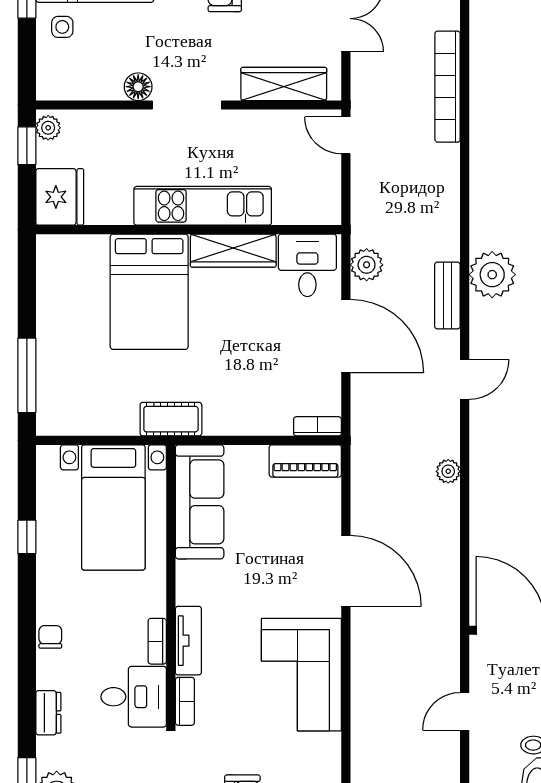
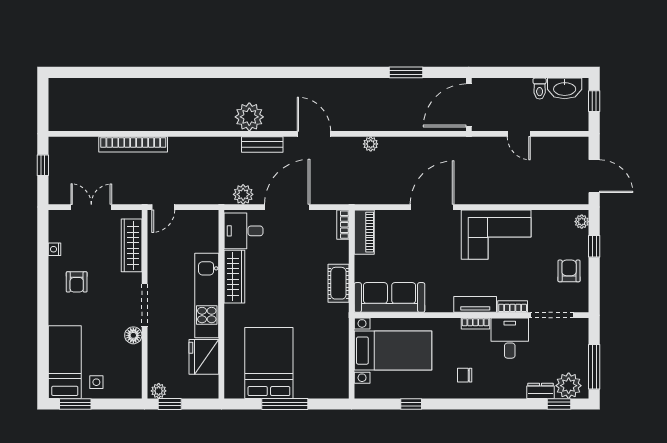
fridge: (60, 197) -> (204, 357), moved, turned -90
bed: (149, 292) -> (269, 363), moved, turned -90
window: (27, 375) -> (285, 404), moved
door: (465, 380) -> (314, 134), width x1.38
cot: (171, 419) -> (338, 283), moved
chair: (50, 637) -> (465, 375), moved
dresser: (48, 713) -> (541, 391), moved

